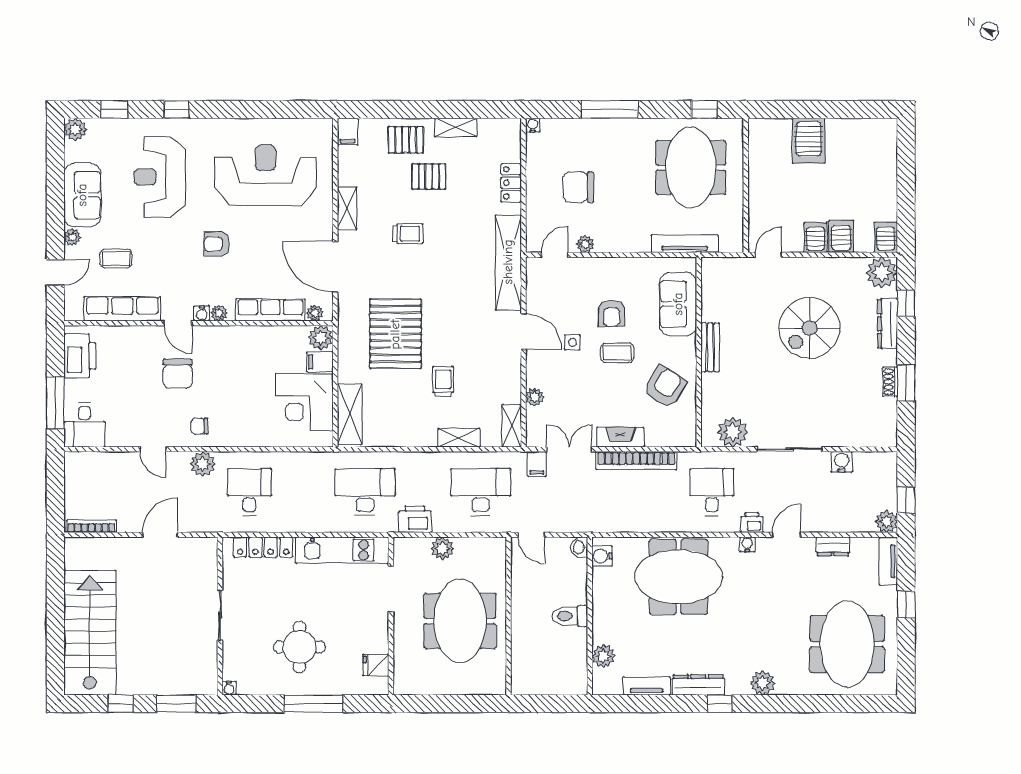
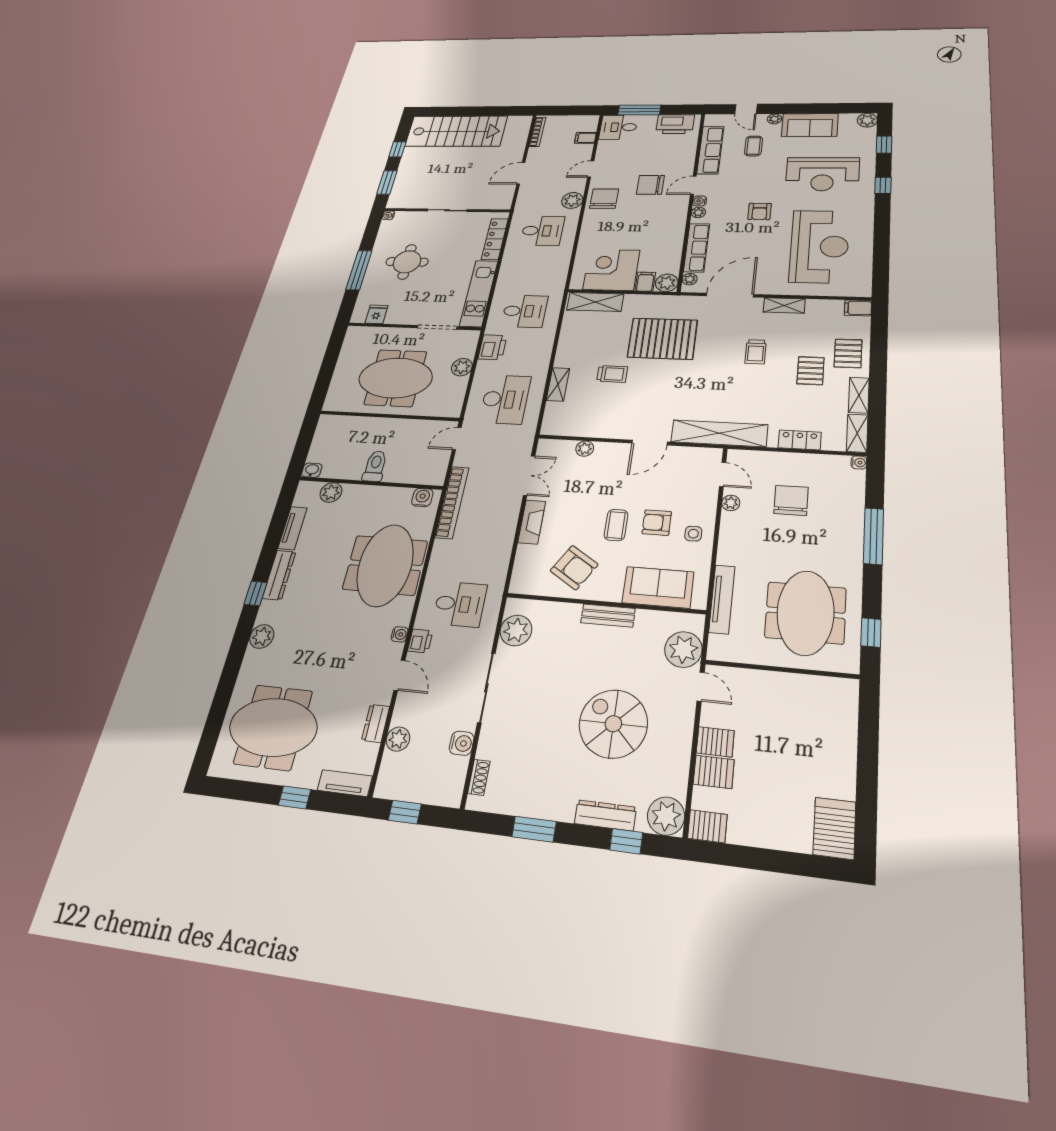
server rack: (809, 141) -> (834, 828), moved, turned 90
meeting table: (691, 167) -> (805, 613), turned 90
reception desk: (160, 177) -> (822, 174), turned 180
armchair: (217, 244) -> (760, 211), turned 180
plant: (736, 274) -> (683, 649), added
side table: (572, 342) -> (693, 534), moved
shoe rack: (890, 382) -> (479, 777), moved, turned 90
chair: (200, 426) -> (604, 199), width x1.87, depth x1.87
shelving: (512, 426) -> (857, 433), moved, turned 90
bookcase: (636, 461) -> (452, 502), moved, turned 180
filing cabinet: (537, 464) -> (585, 138), moved
desk: (365, 492) -> (525, 311), width x0.73
plant: (886, 522) -> (398, 739), moved
door: (160, 535) -> (521, 173), swing flipped
washbasin: (579, 547) -> (312, 470), moved

